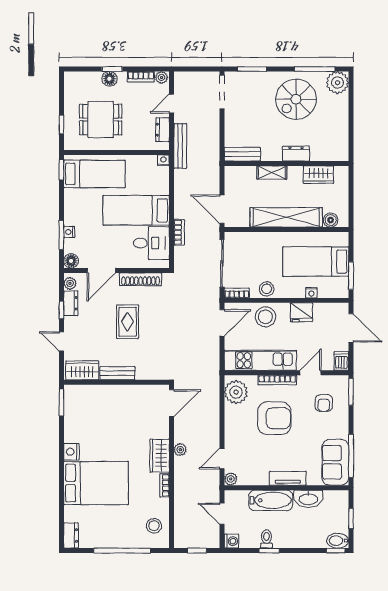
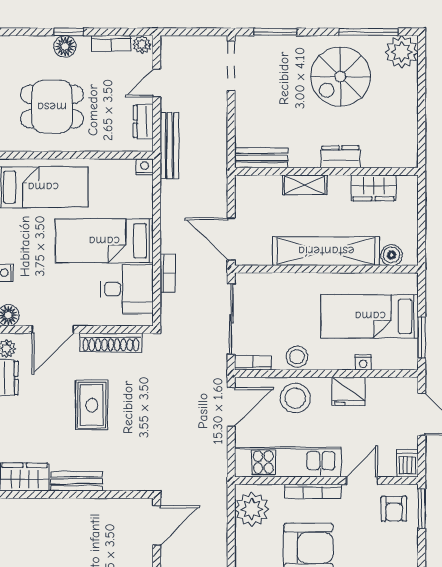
armchair: (324, 403) -> (394, 509), moved

